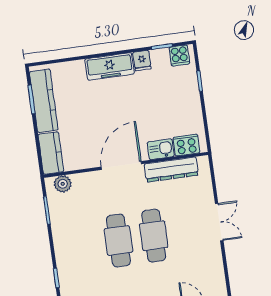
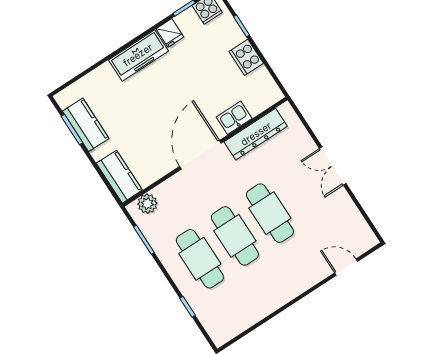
kitchen counter: (44, 101) -> (86, 125), width x0.67
cooker: (186, 145) -> (246, 57), moved, turned -90
double door: (219, 222) -> (333, 166), swing flipped
cafe table: (83, 245) -> (200, 259), added

